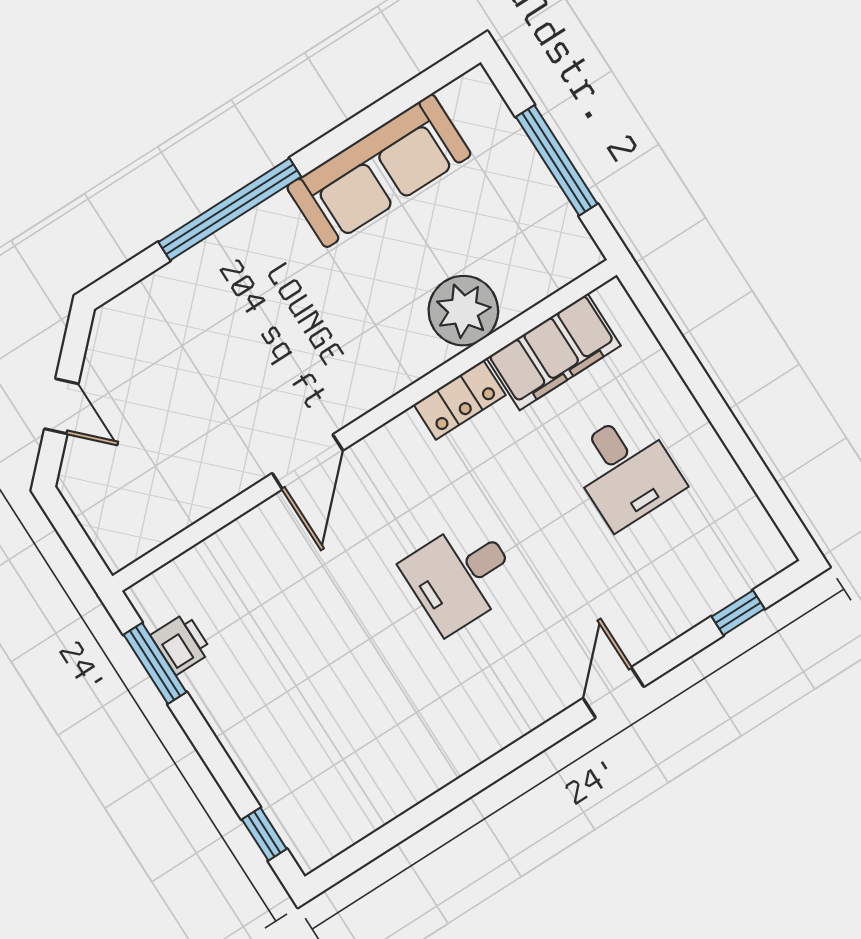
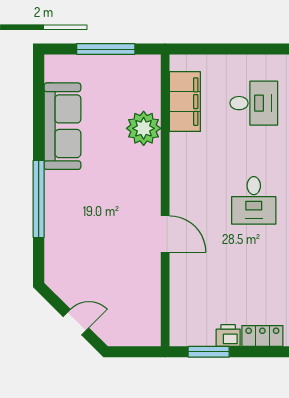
locker: (460, 400) -> (262, 336), moved, turned -90
printer: (181, 644) -> (228, 336), moved

